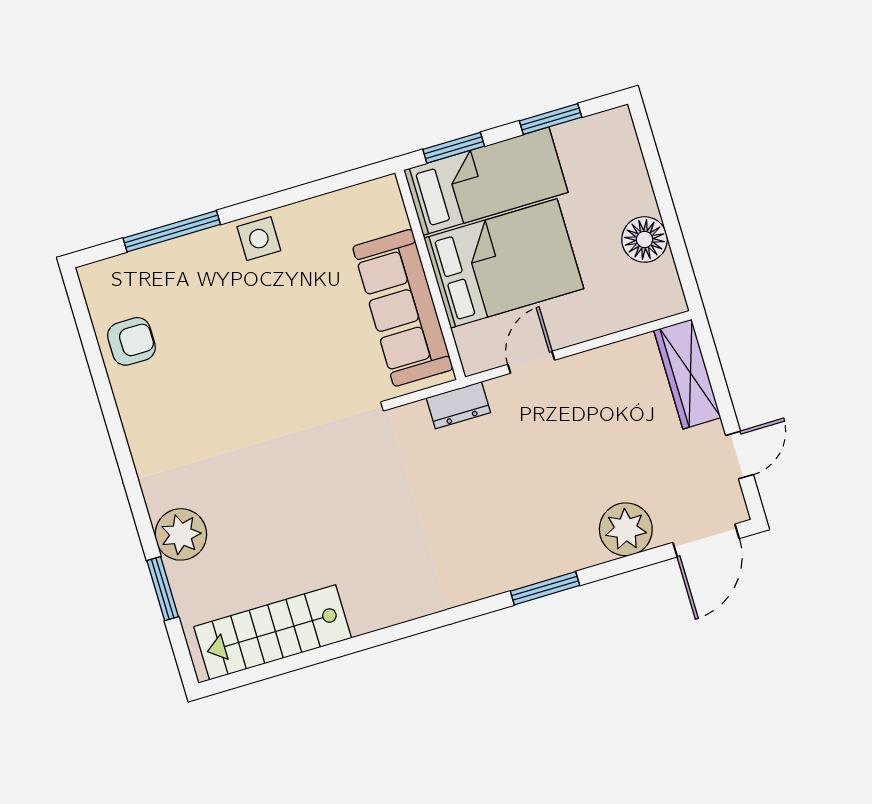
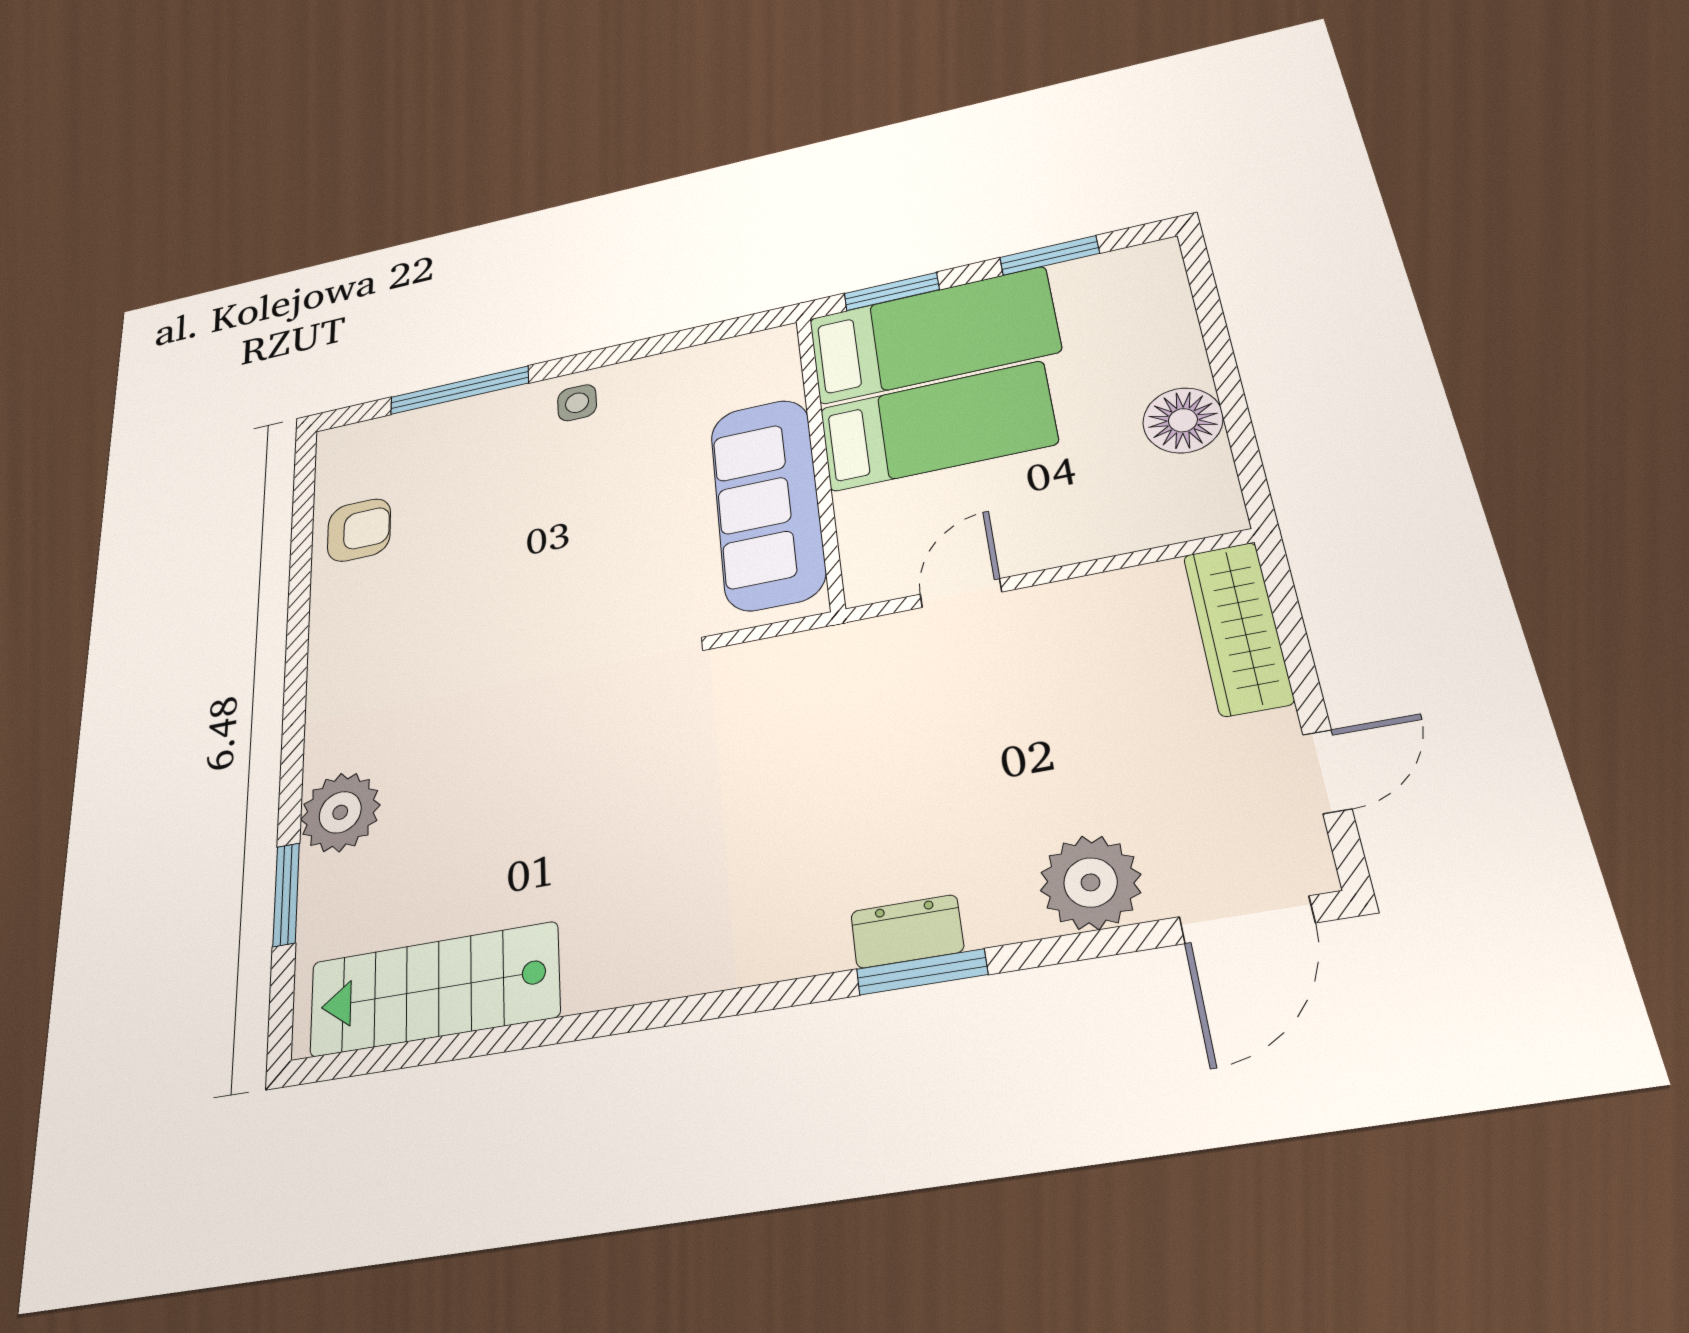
side table: (259, 239) -> (577, 403), width x0.73, depth x0.73
bed: (504, 263) -> (937, 426), width x0.67
dresser: (458, 405) -> (907, 931), moved, turned 180

